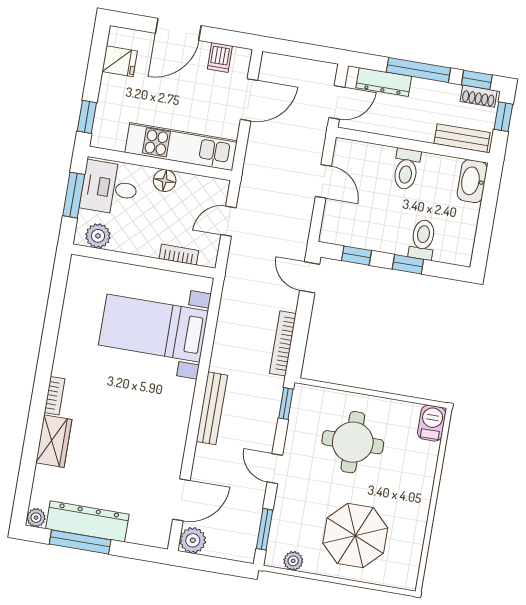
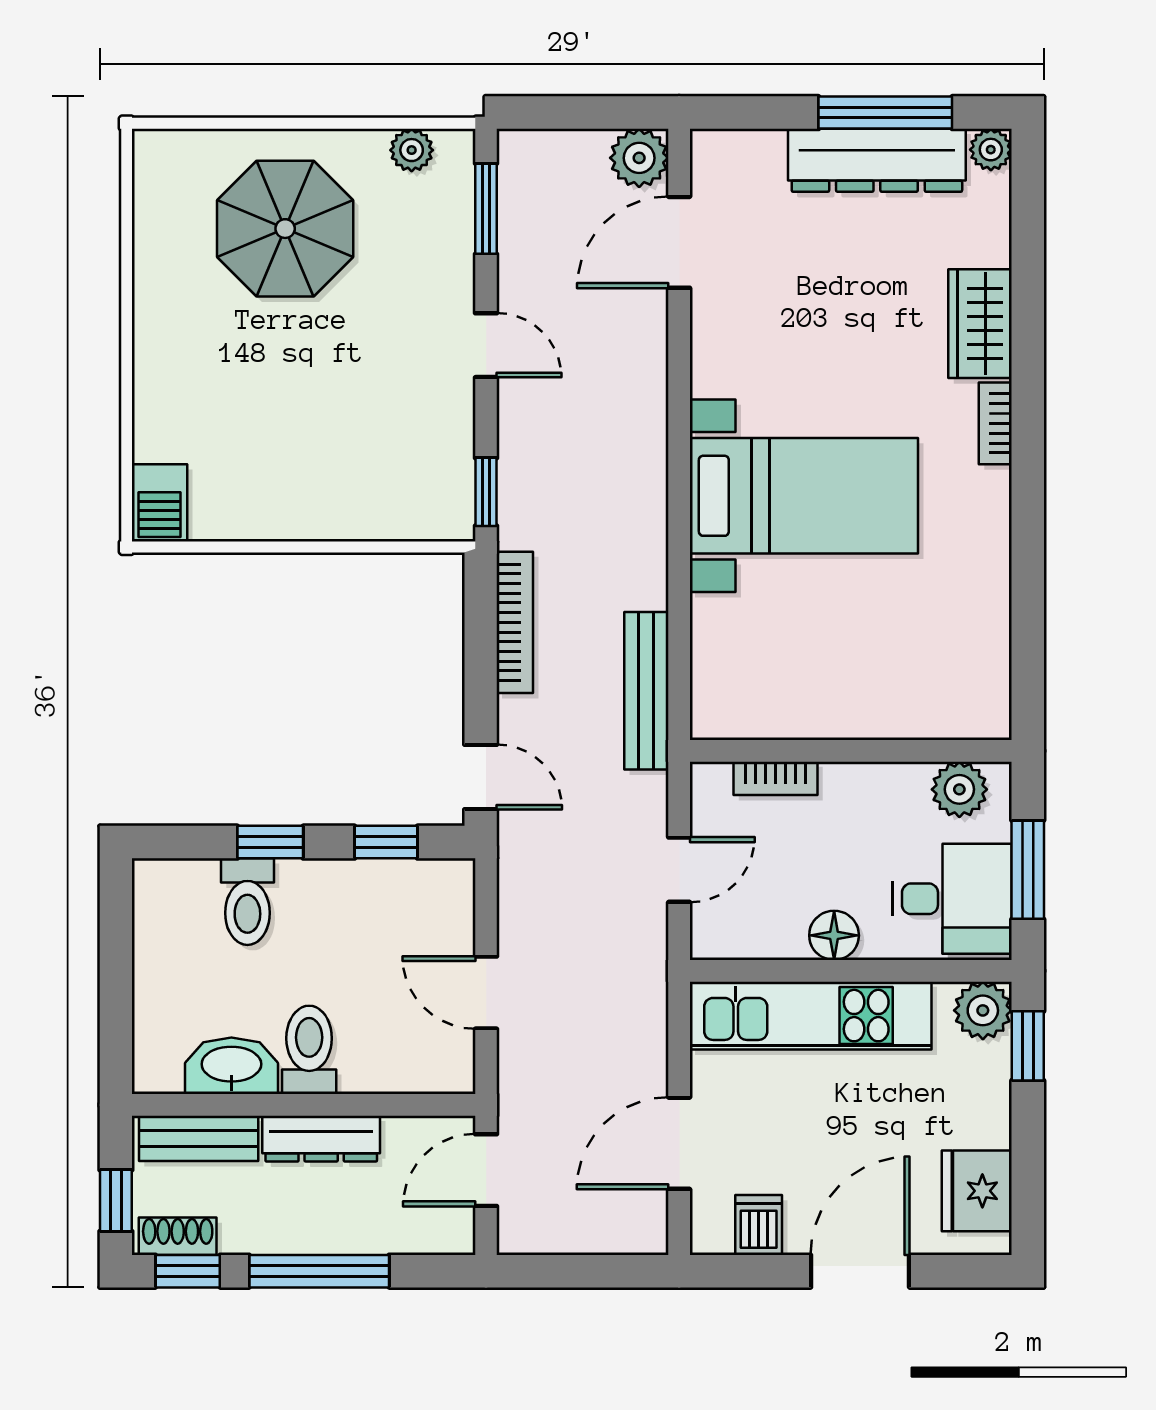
fridge: (120, 61) -> (977, 1191), width x1.38
dresser: (384, 82) -> (321, 1139), moved, turned 180
plant: (104, 136) -> (983, 1010), added
washbasin: (472, 181) -> (231, 1066), moved, turned -90
bed with nightstands: (153, 328) -> (804, 496), moved
bench: (212, 408) -> (646, 691), moved
round table: (353, 442) -> (325, 432), removed

